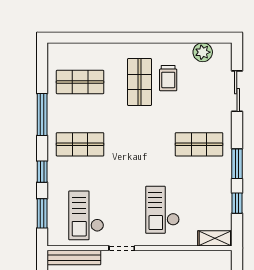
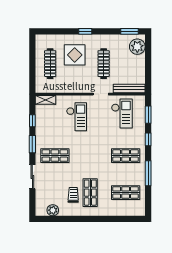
sliding door: (237, 91) -> (32, 177), moved

